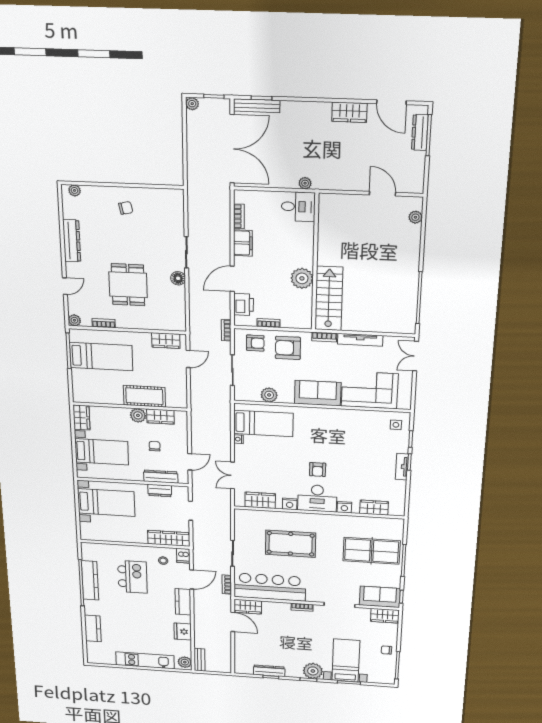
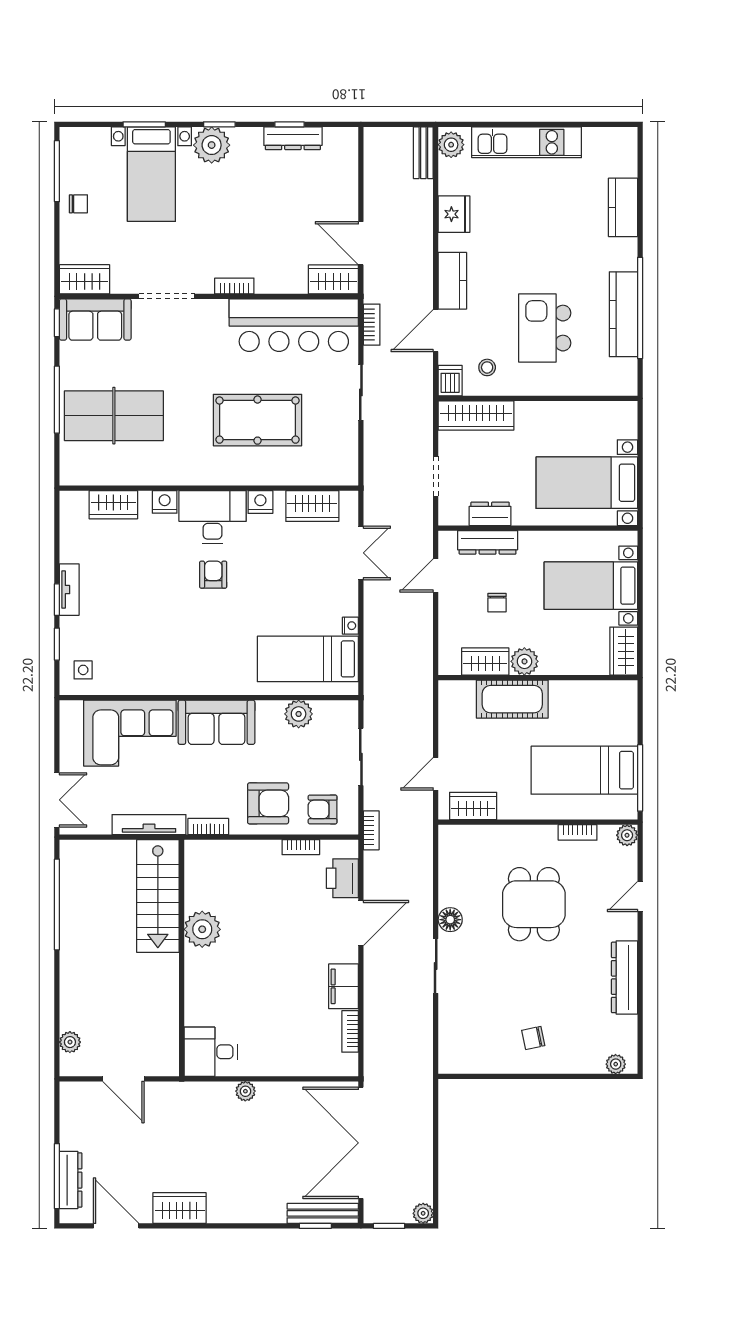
desk: (298, 207) -> (211, 1052), moved
wall: (315, 262) -> (182, 958), moved
plant: (302, 278) -> (202, 929), moved
stairs: (329, 298) -> (158, 896), moved

